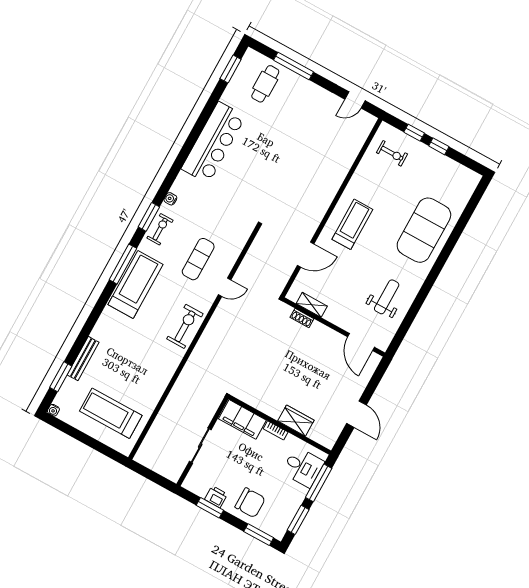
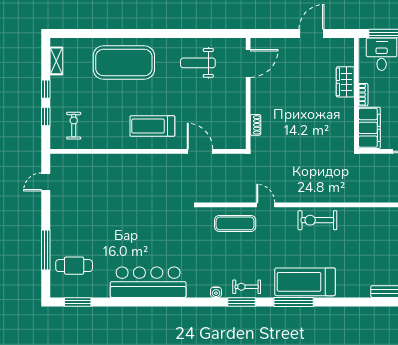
door: (355, 100) -> (46, 182), swing flipped
exercise mat: (198, 259) -> (235, 223), moved
shelving: (312, 305) -> (56, 61), moved

